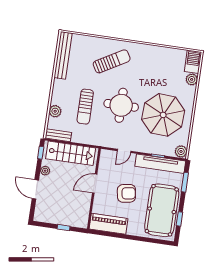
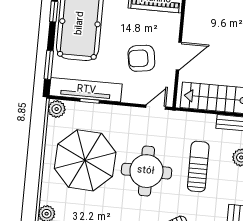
door: (124, 151) -> (156, 107), moved
armchair: (126, 193) -> (141, 58), moved

